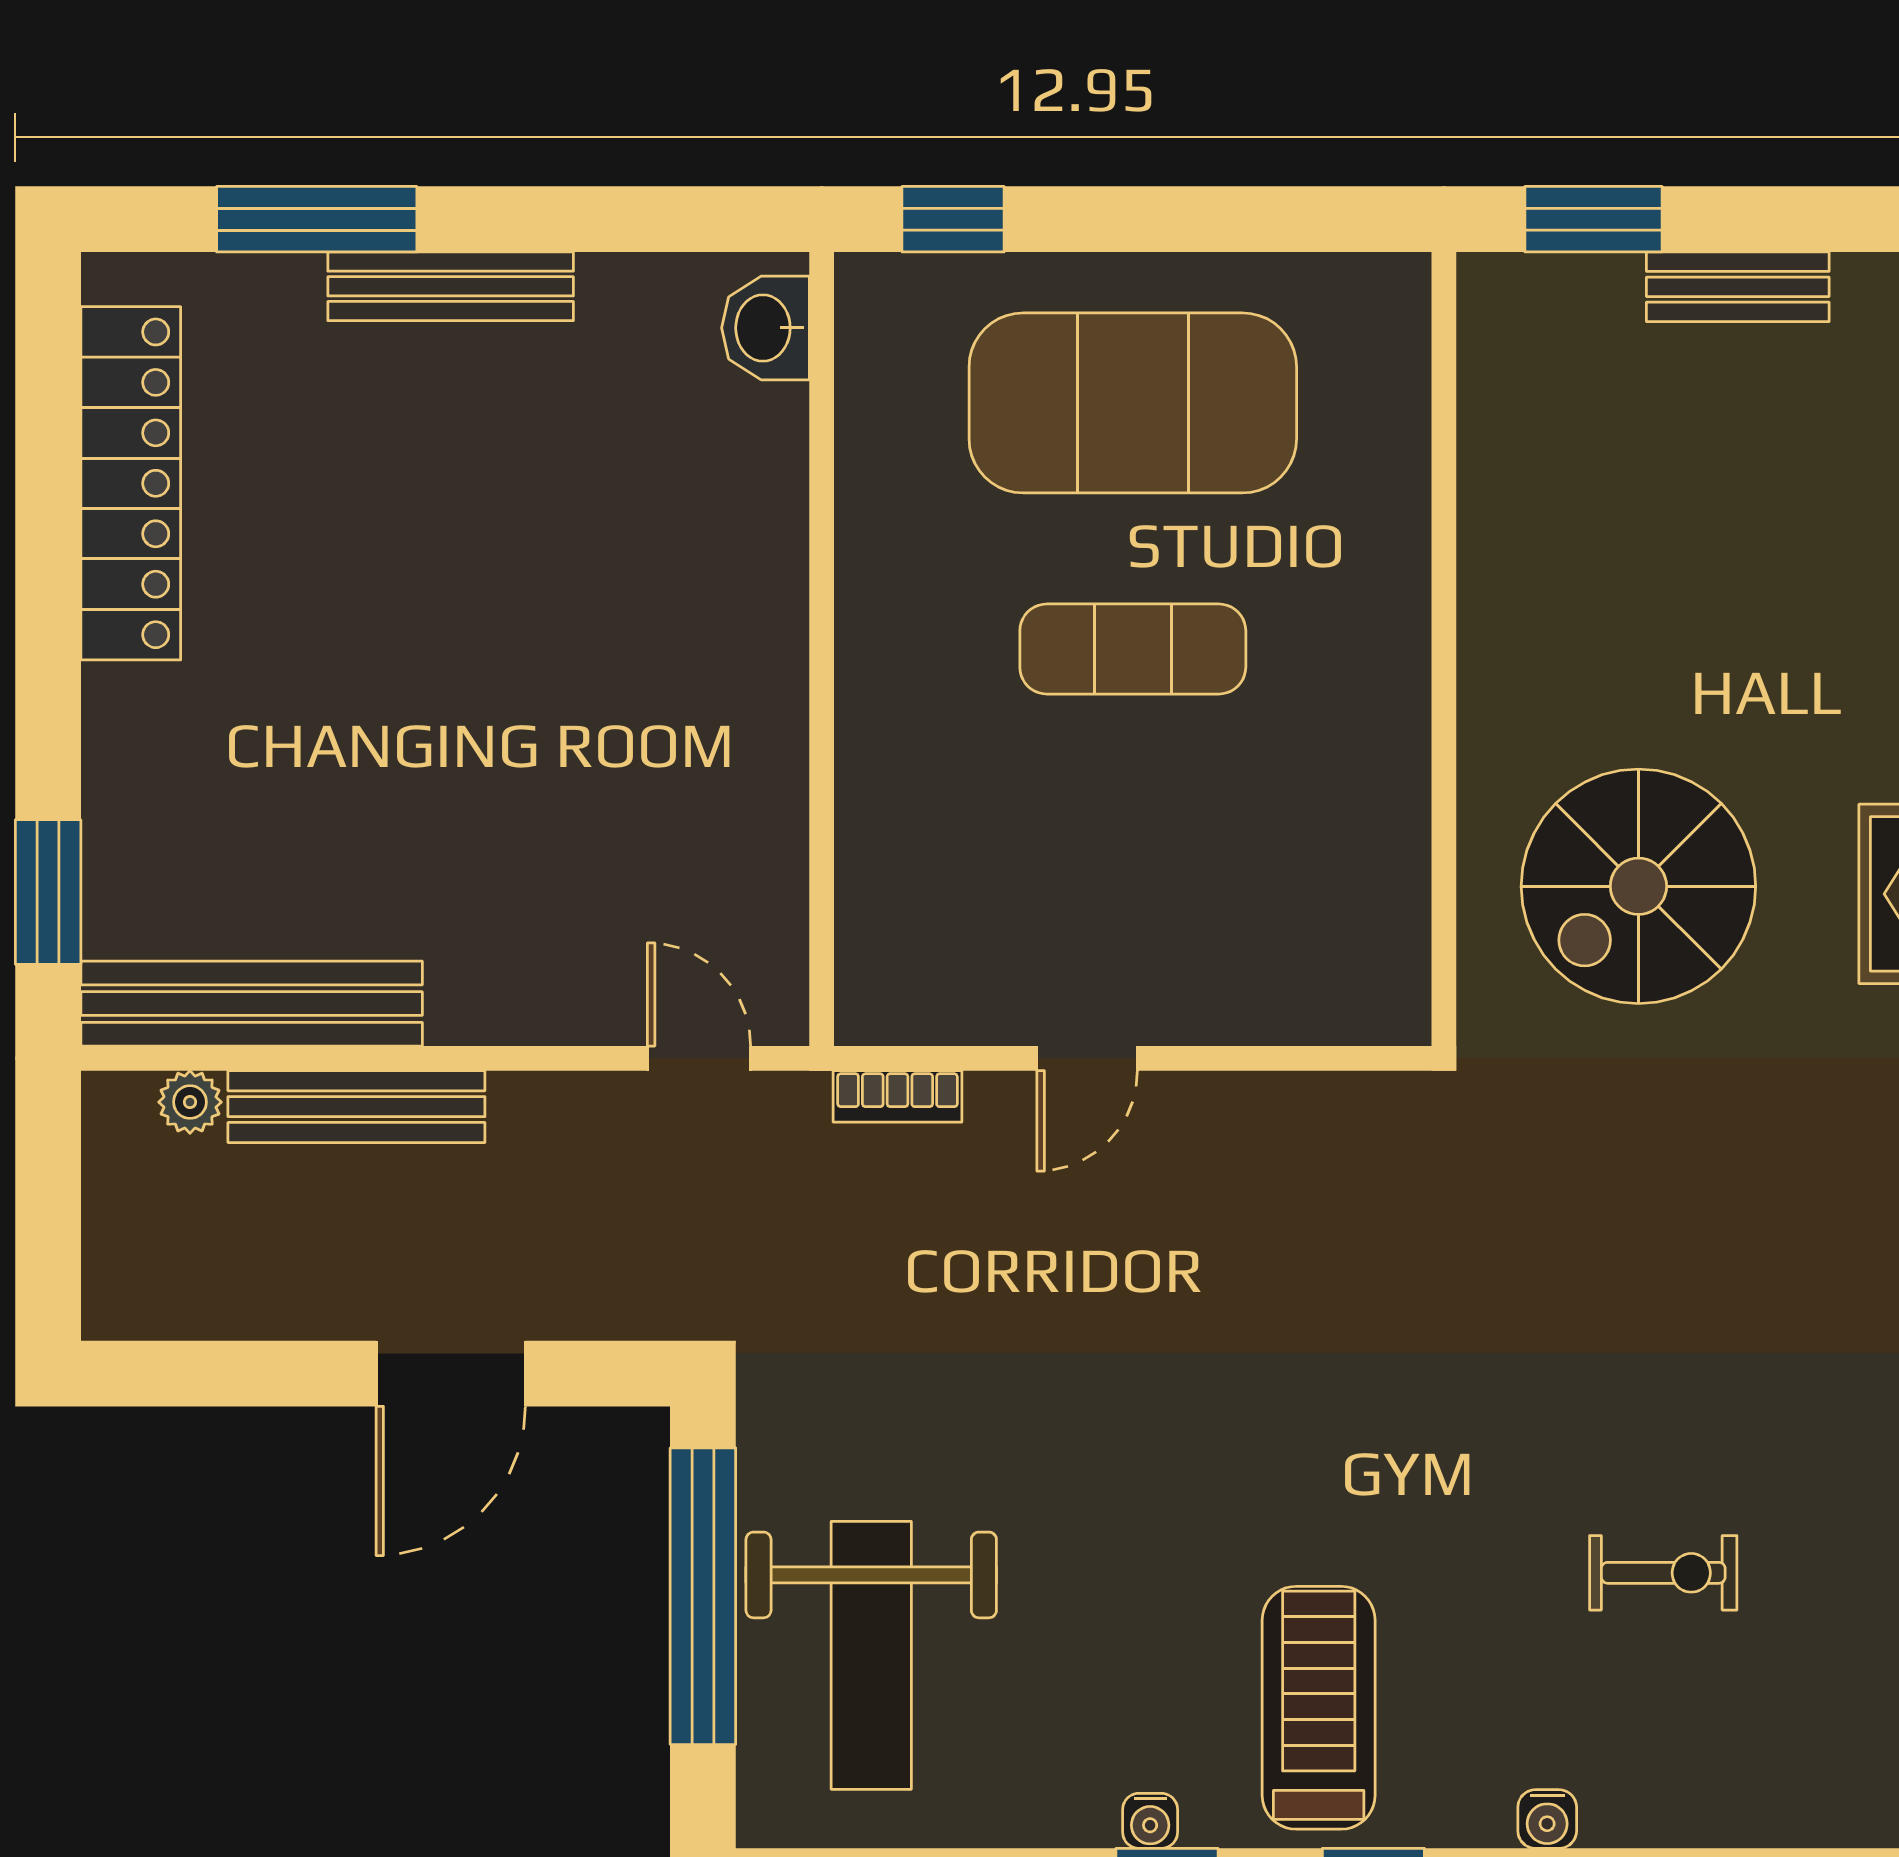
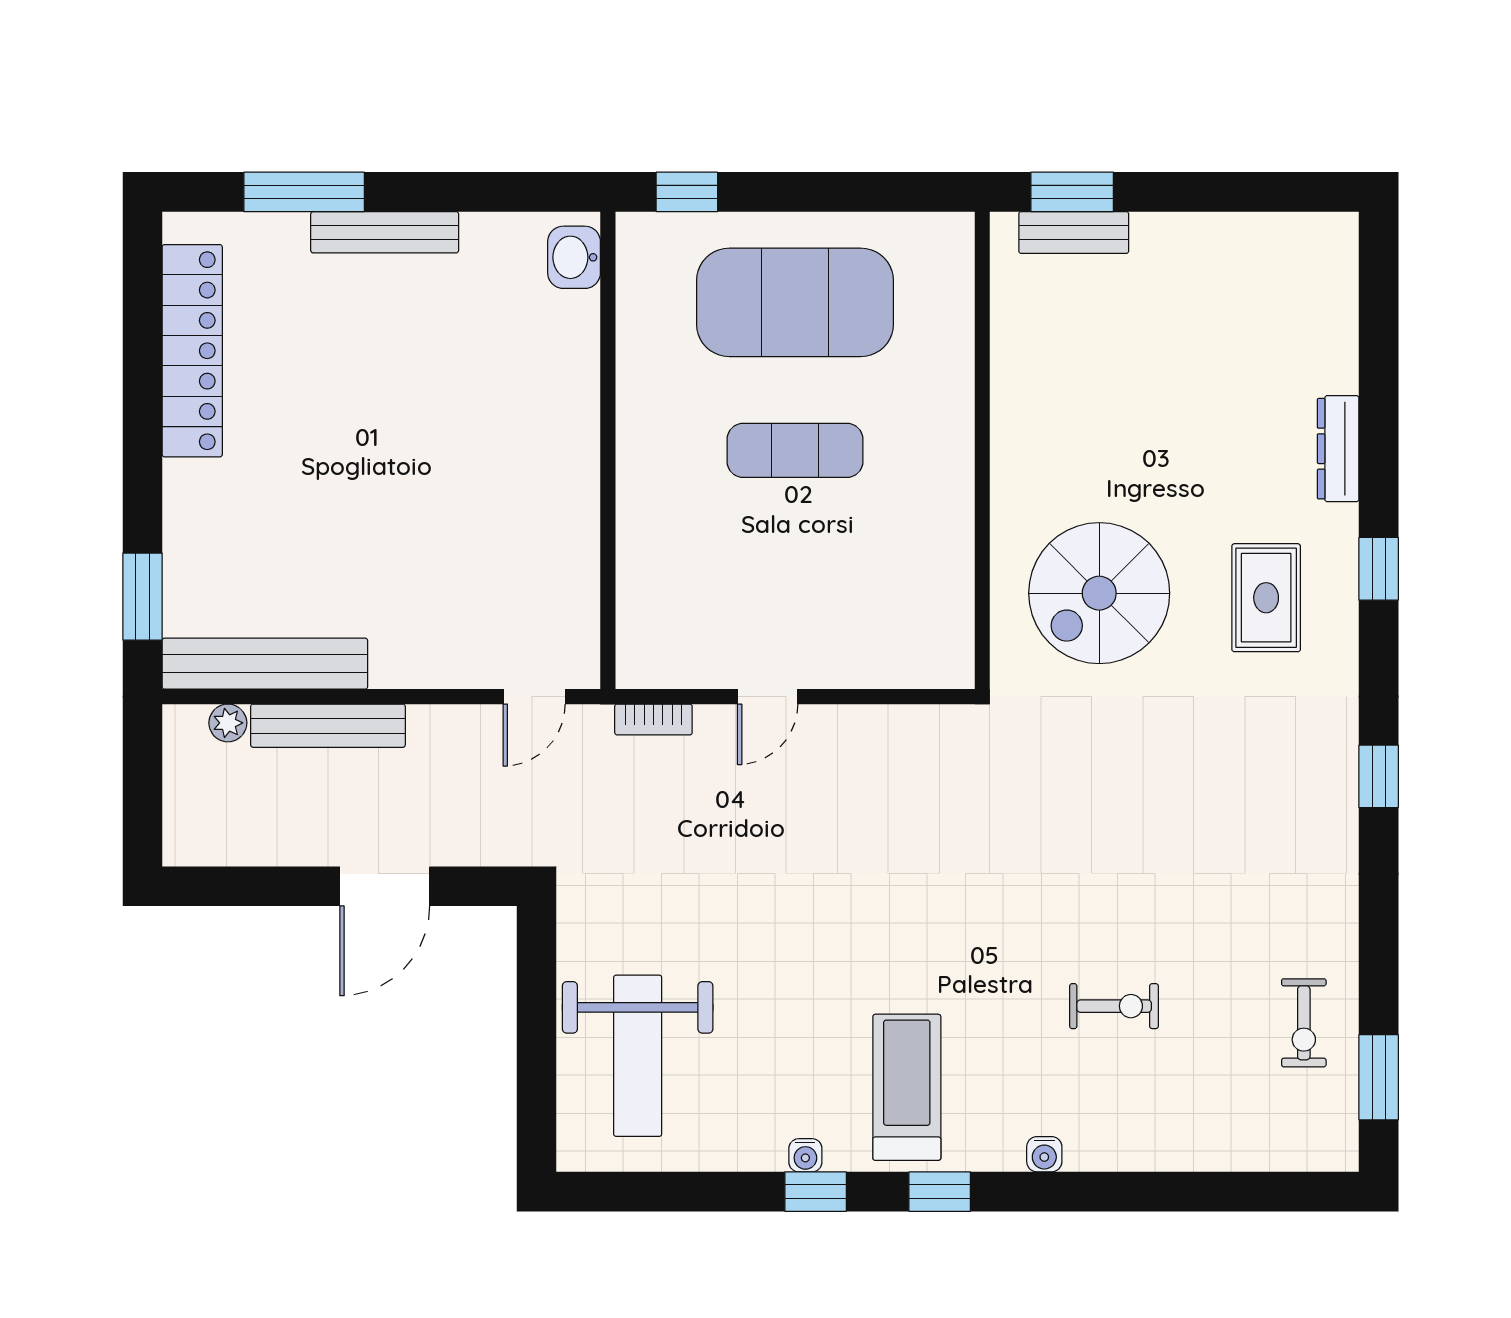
bench: (1738, 287) -> (1074, 233), moved
door: (699, 1058) -> (534, 697), swing flipped
window: (703, 1596) -> (536, 1020), removed

